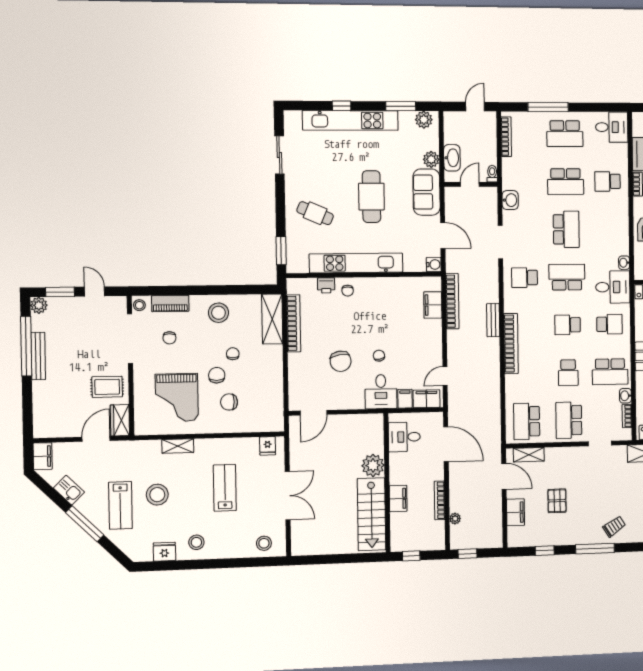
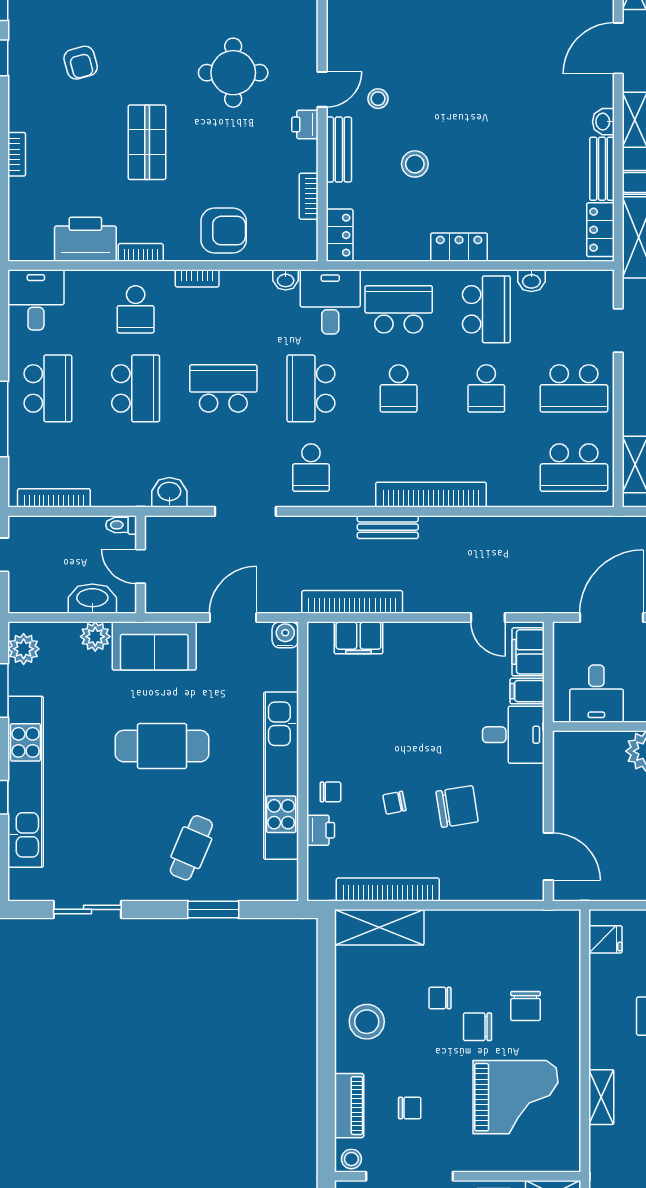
window: (281, 251) -> (213, 909), moved
school desk: (609, 324) -> (399, 309), width x1.85
chair: (379, 356) -> (394, 803), moved
school desk: (568, 373) -> (486, 388), turned 90
bookcase: (627, 416) -> (197, 278), moved

